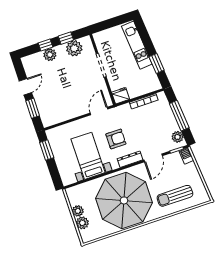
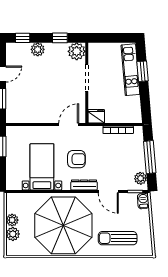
window: (45, 45) -> (23, 38), moved
plant: (74, 48) -> (77, 51), moved
window: (157, 63) -> (143, 71), moved
door: (153, 158) -> (108, 191), hinge flipped

